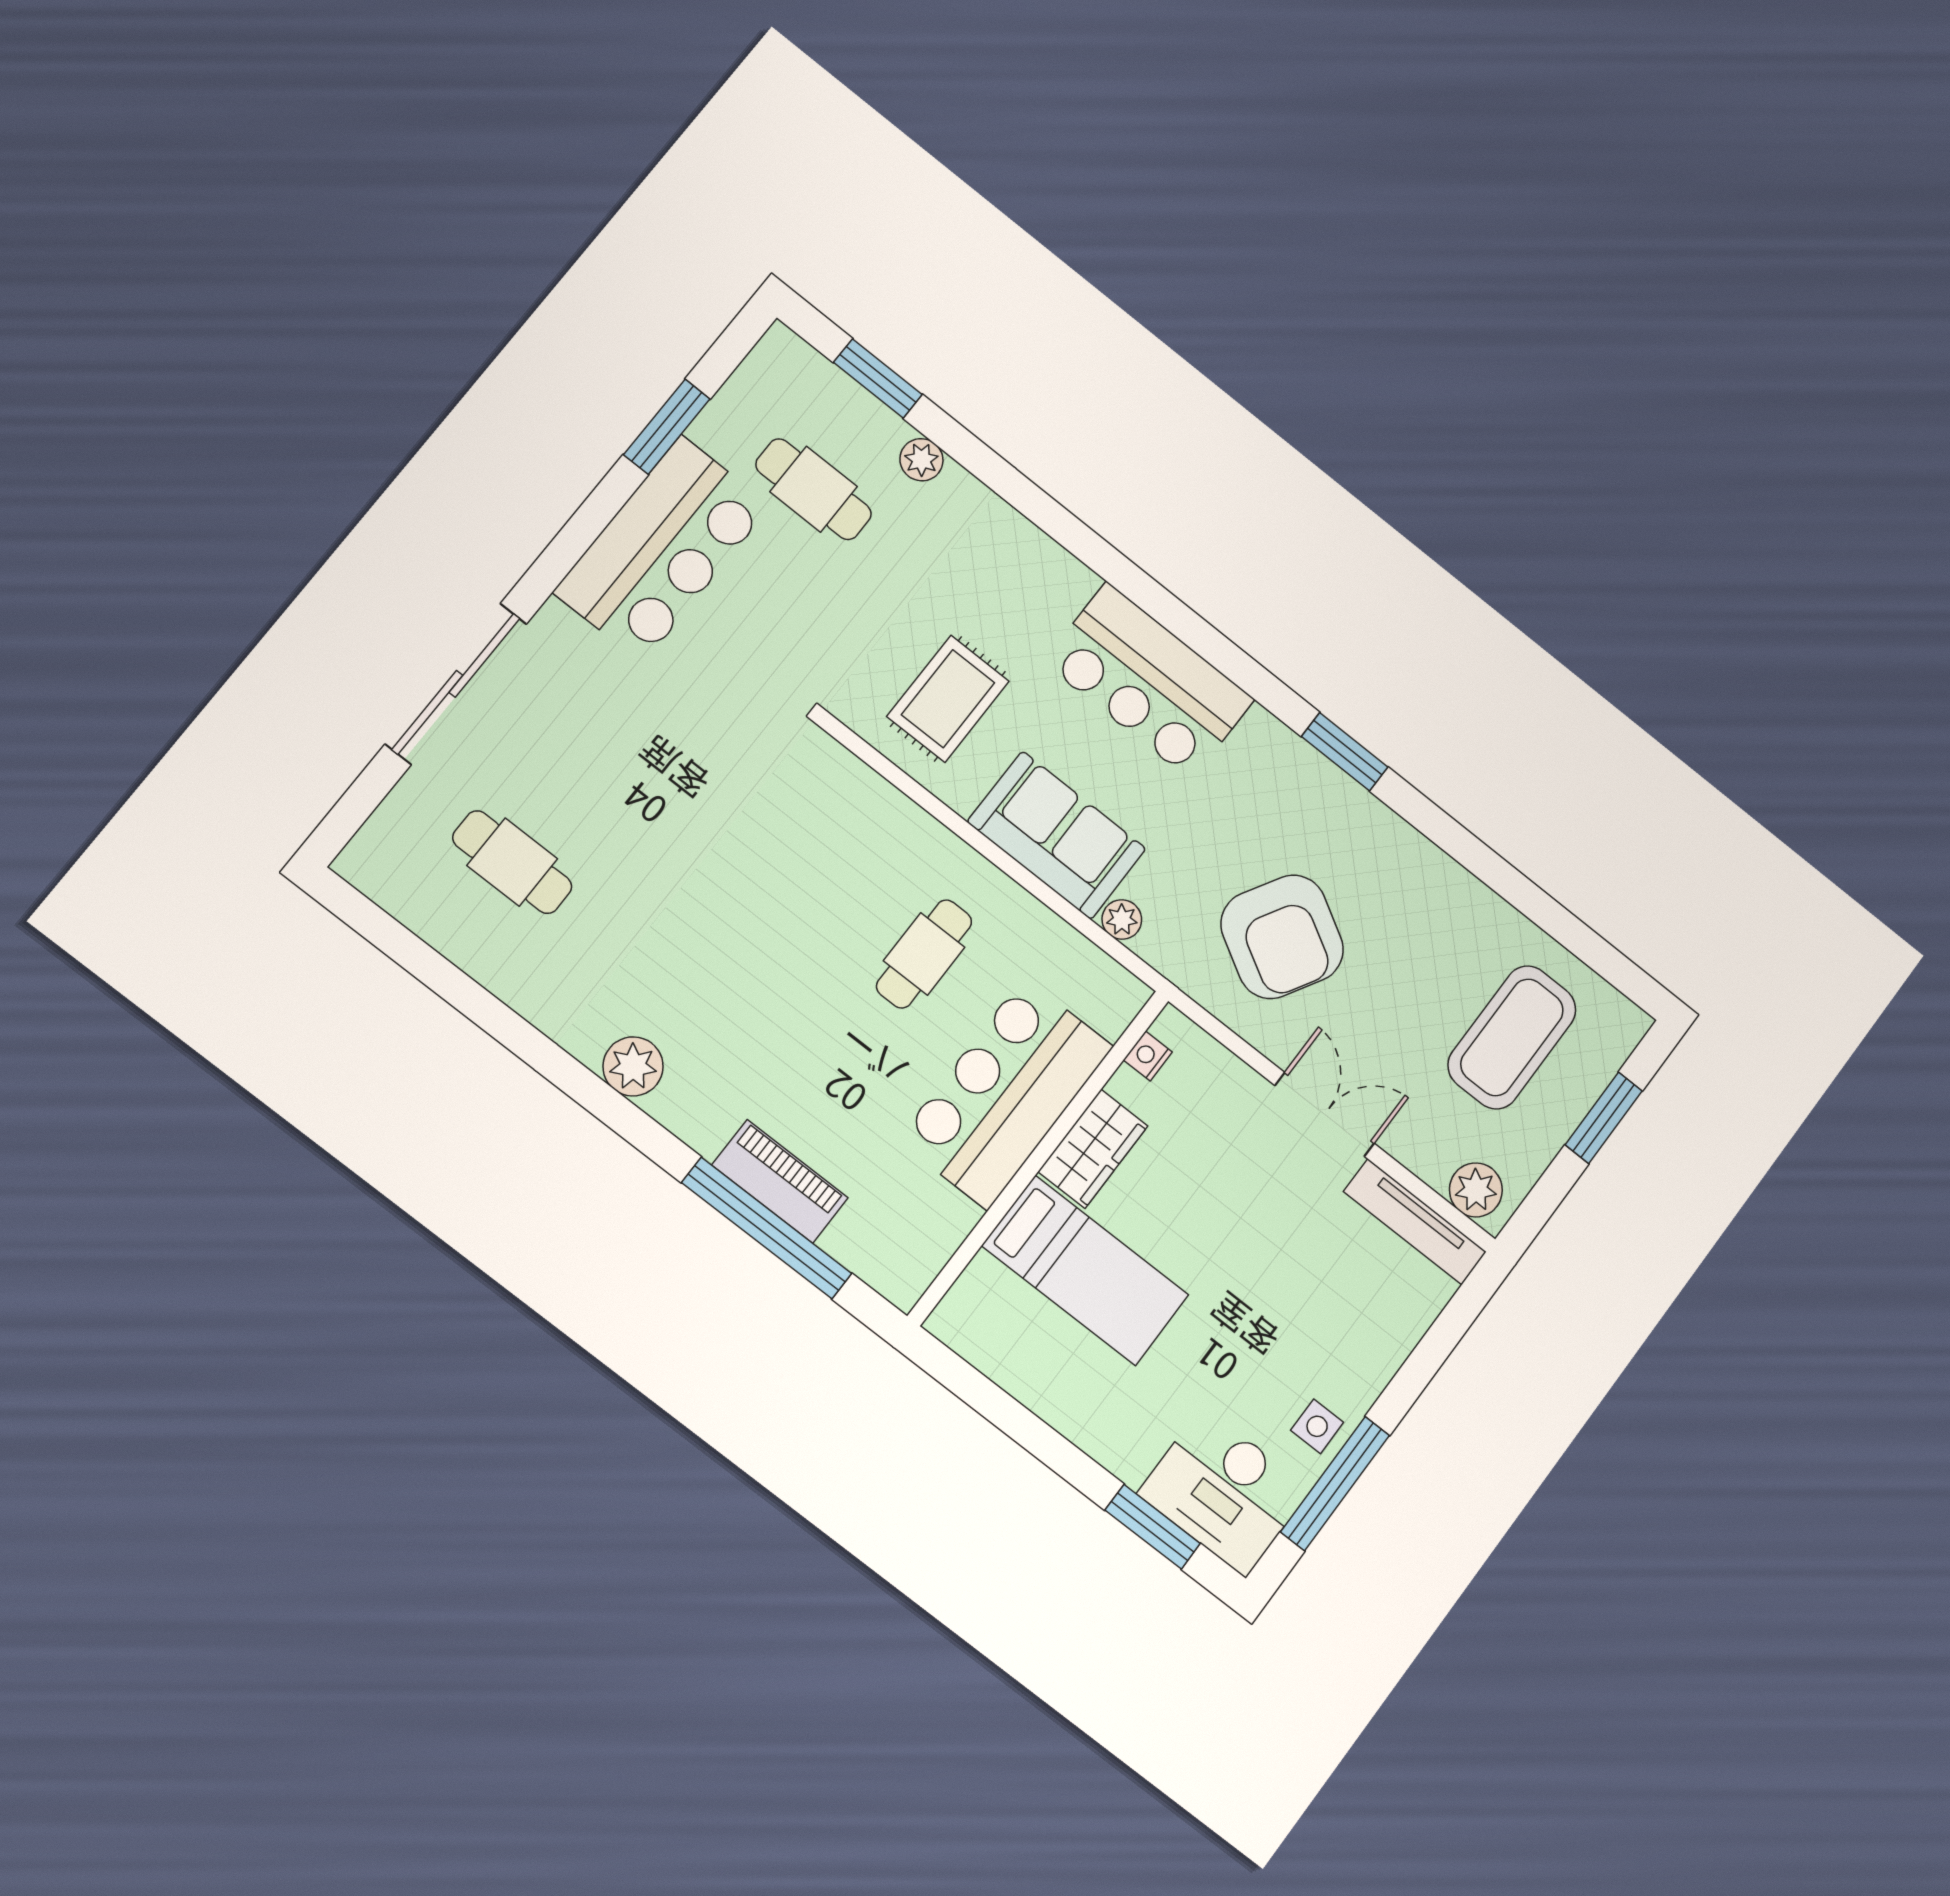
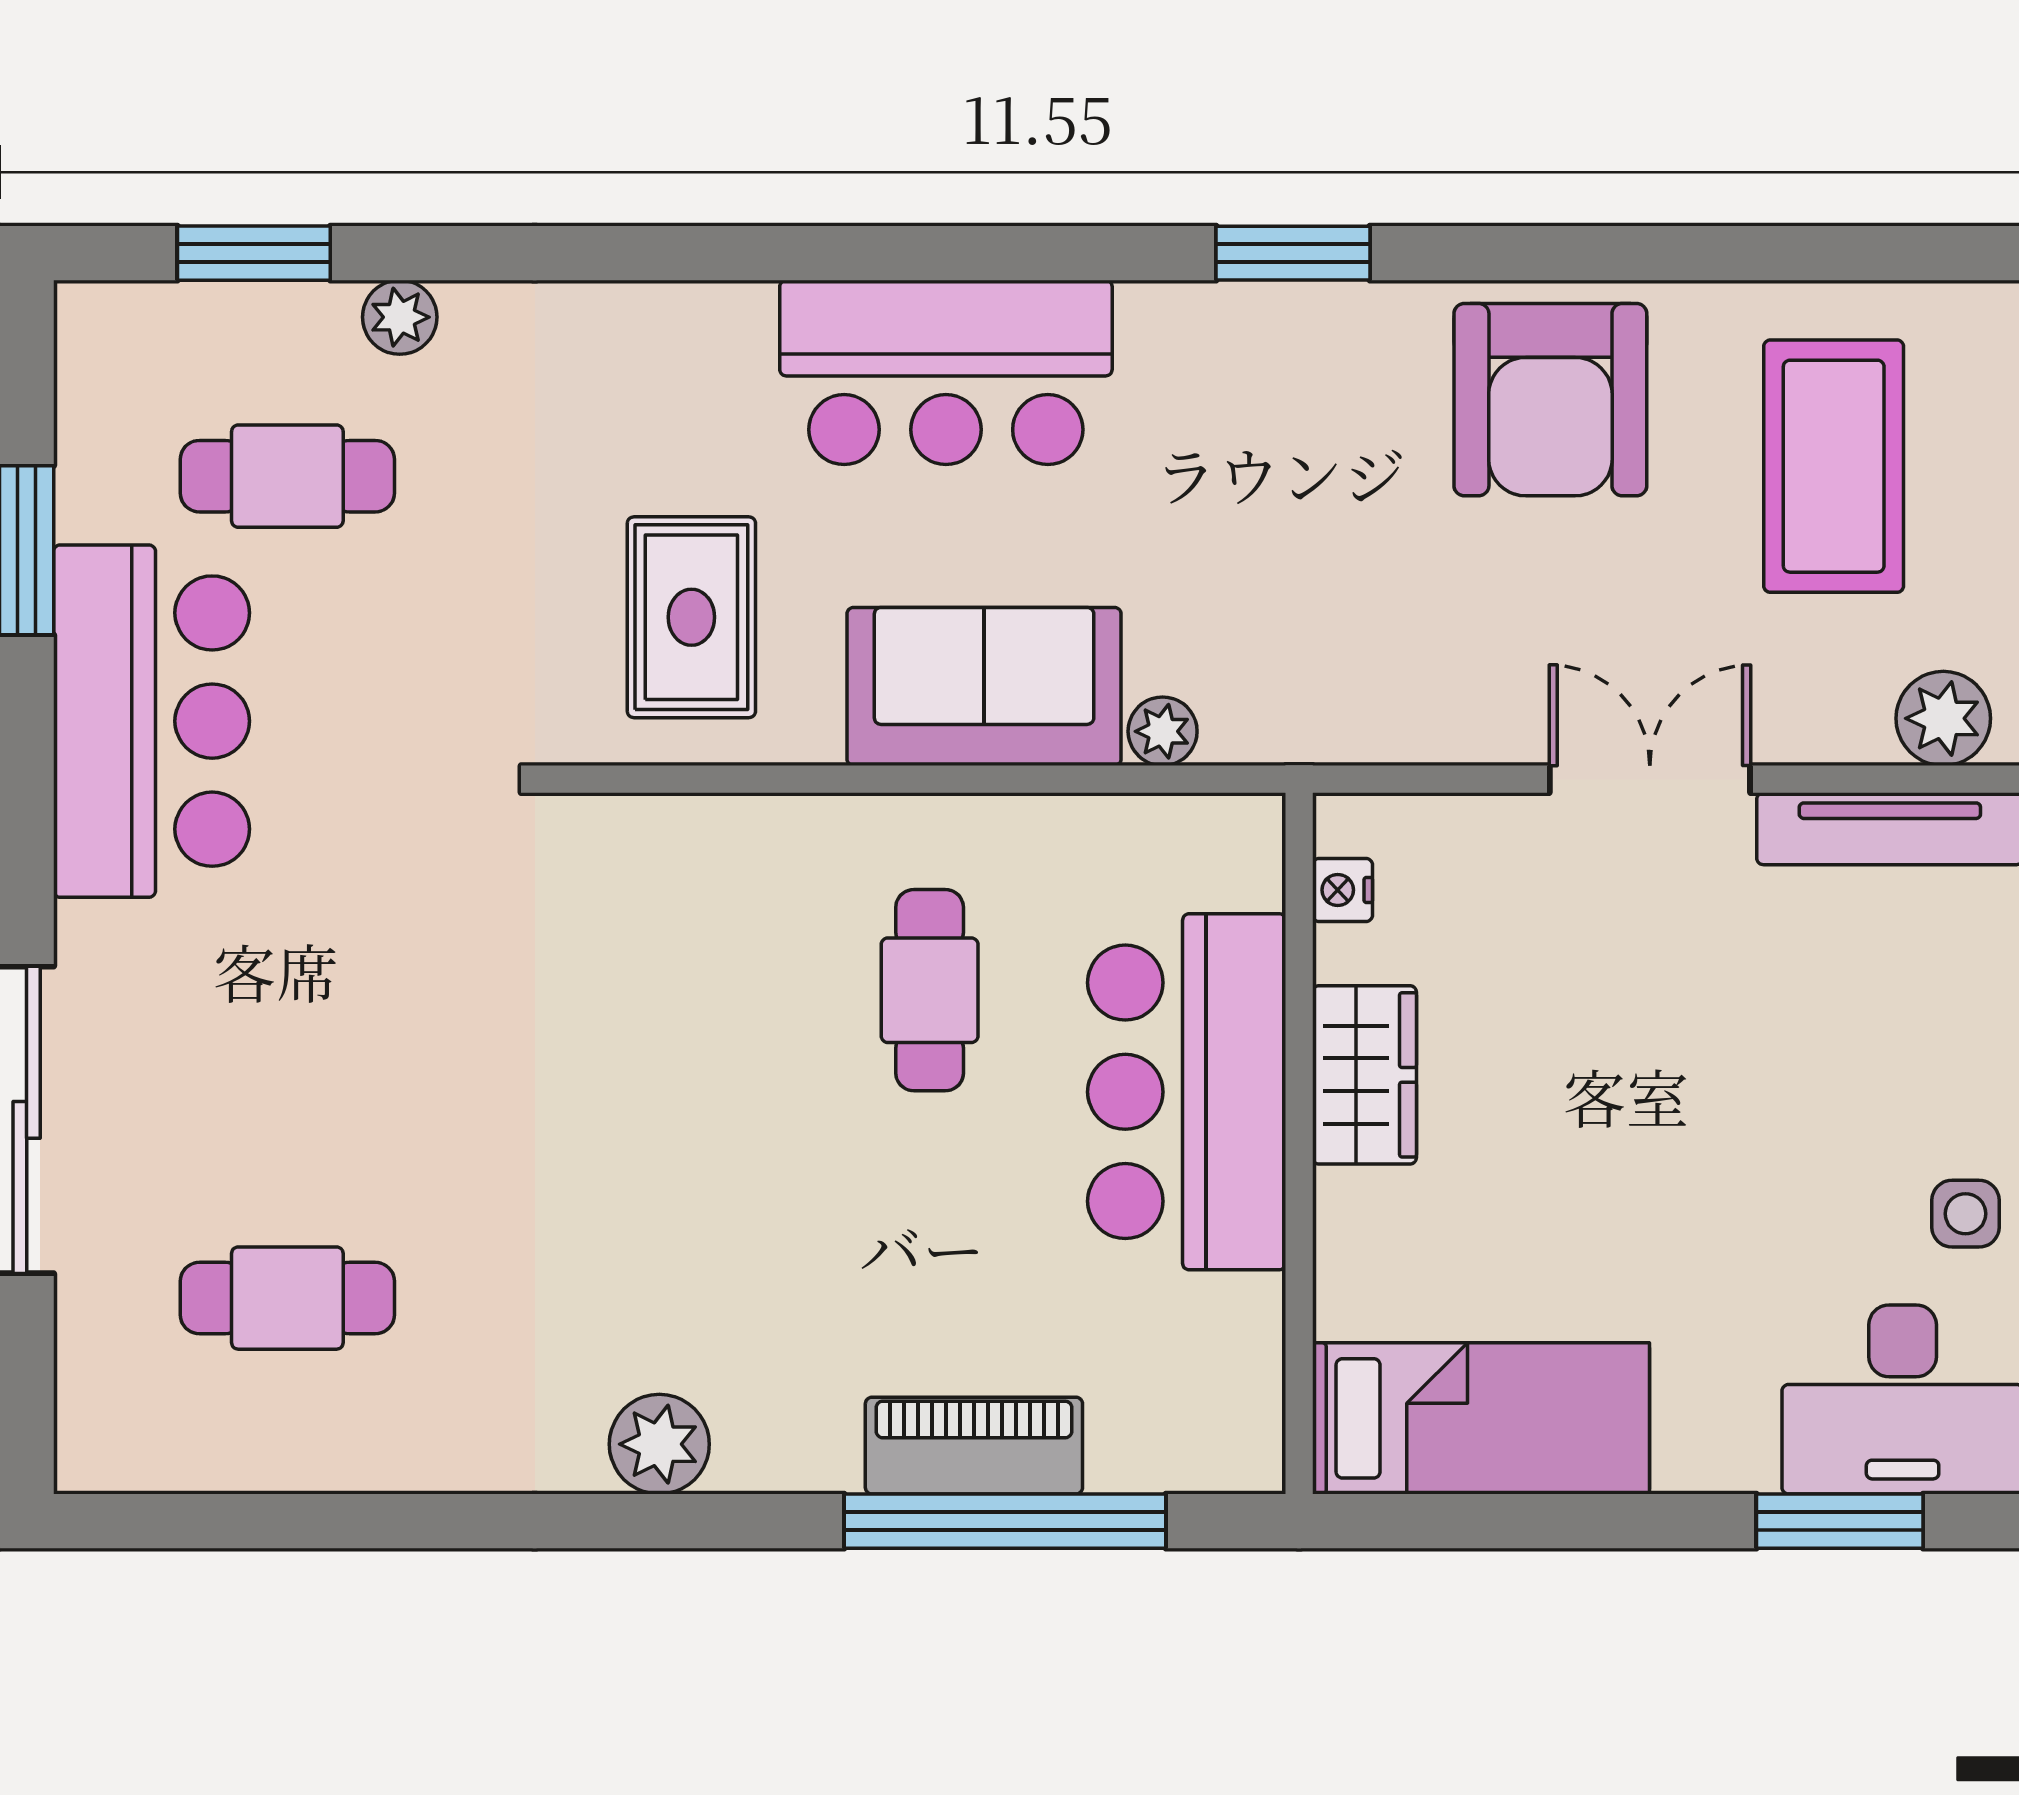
armchair: (1282, 937) -> (1550, 400), moved, turned 60
bed: (1085, 1270) -> (1481, 1418), moved

